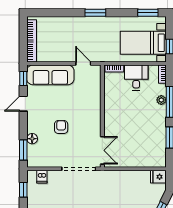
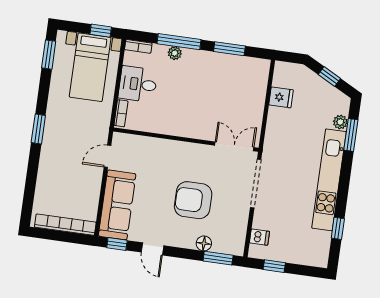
armchair: (61, 127) -> (193, 200), width x1.88, depth x1.88
fridge: (158, 177) -> (281, 97), moved, turned -90

